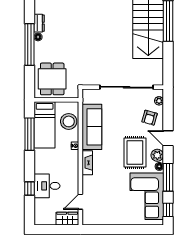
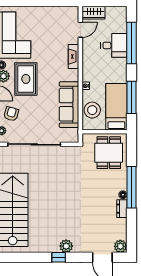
fireplace: (87, 163) -> (74, 57), moved
window: (29, 188) -> (131, 43), width x3.17

